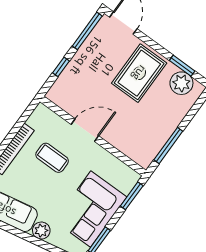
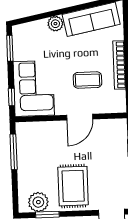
window: (132, 196) -> (12, 97), width x0.67
corner sofa: (91, 209) -> (34, 88), moved

